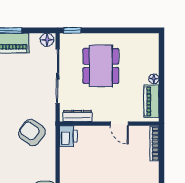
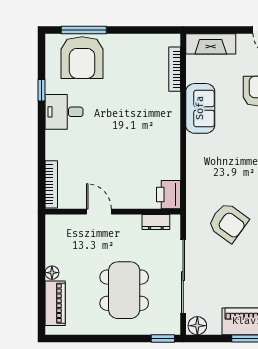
piano: (151, 101) -> (55, 303), moved
dresser: (78, 116) -> (156, 222), width x0.70
armchair: (32, 133) -> (228, 223), moved

